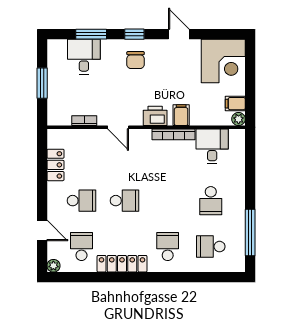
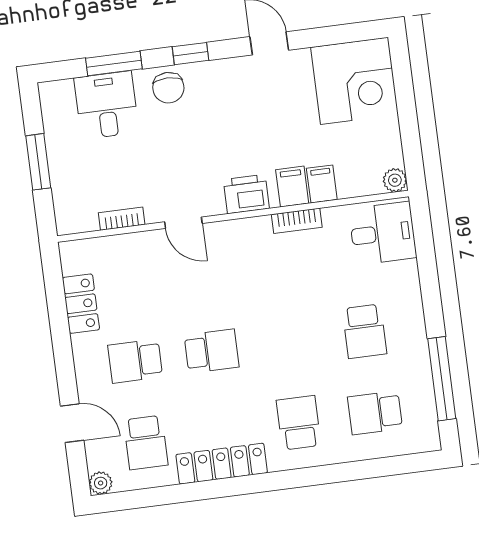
chair: (136, 60) -> (168, 88), moved
filing cabinet: (235, 104) -> (322, 184), moved, turned 90
bookcase: (173, 134) -> (297, 221), width x0.64
desk: (212, 146) -> (383, 233), moved, turned 90
school desk: (81, 201) -> (135, 361), turned 180
school desk: (81, 247) -> (146, 443), turned 180

